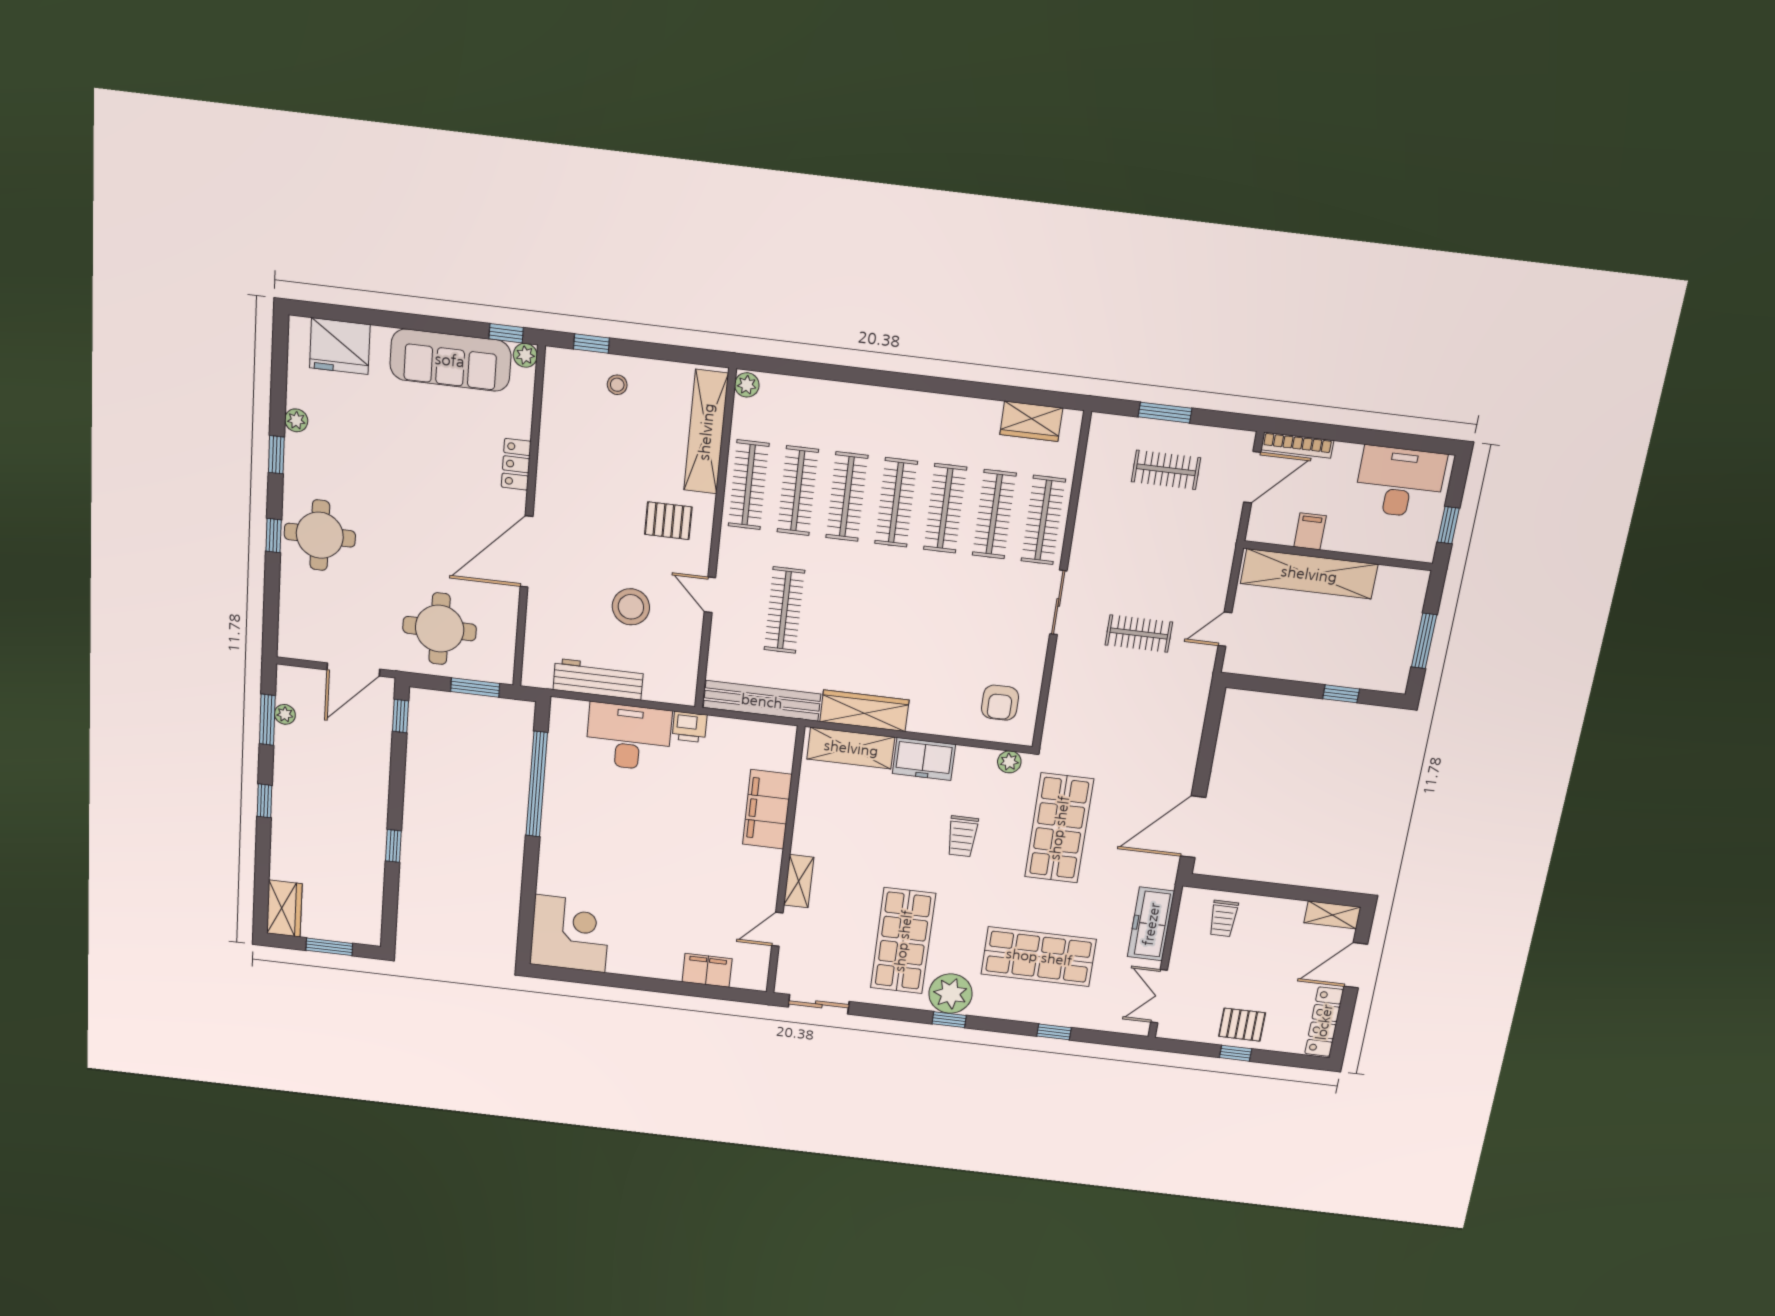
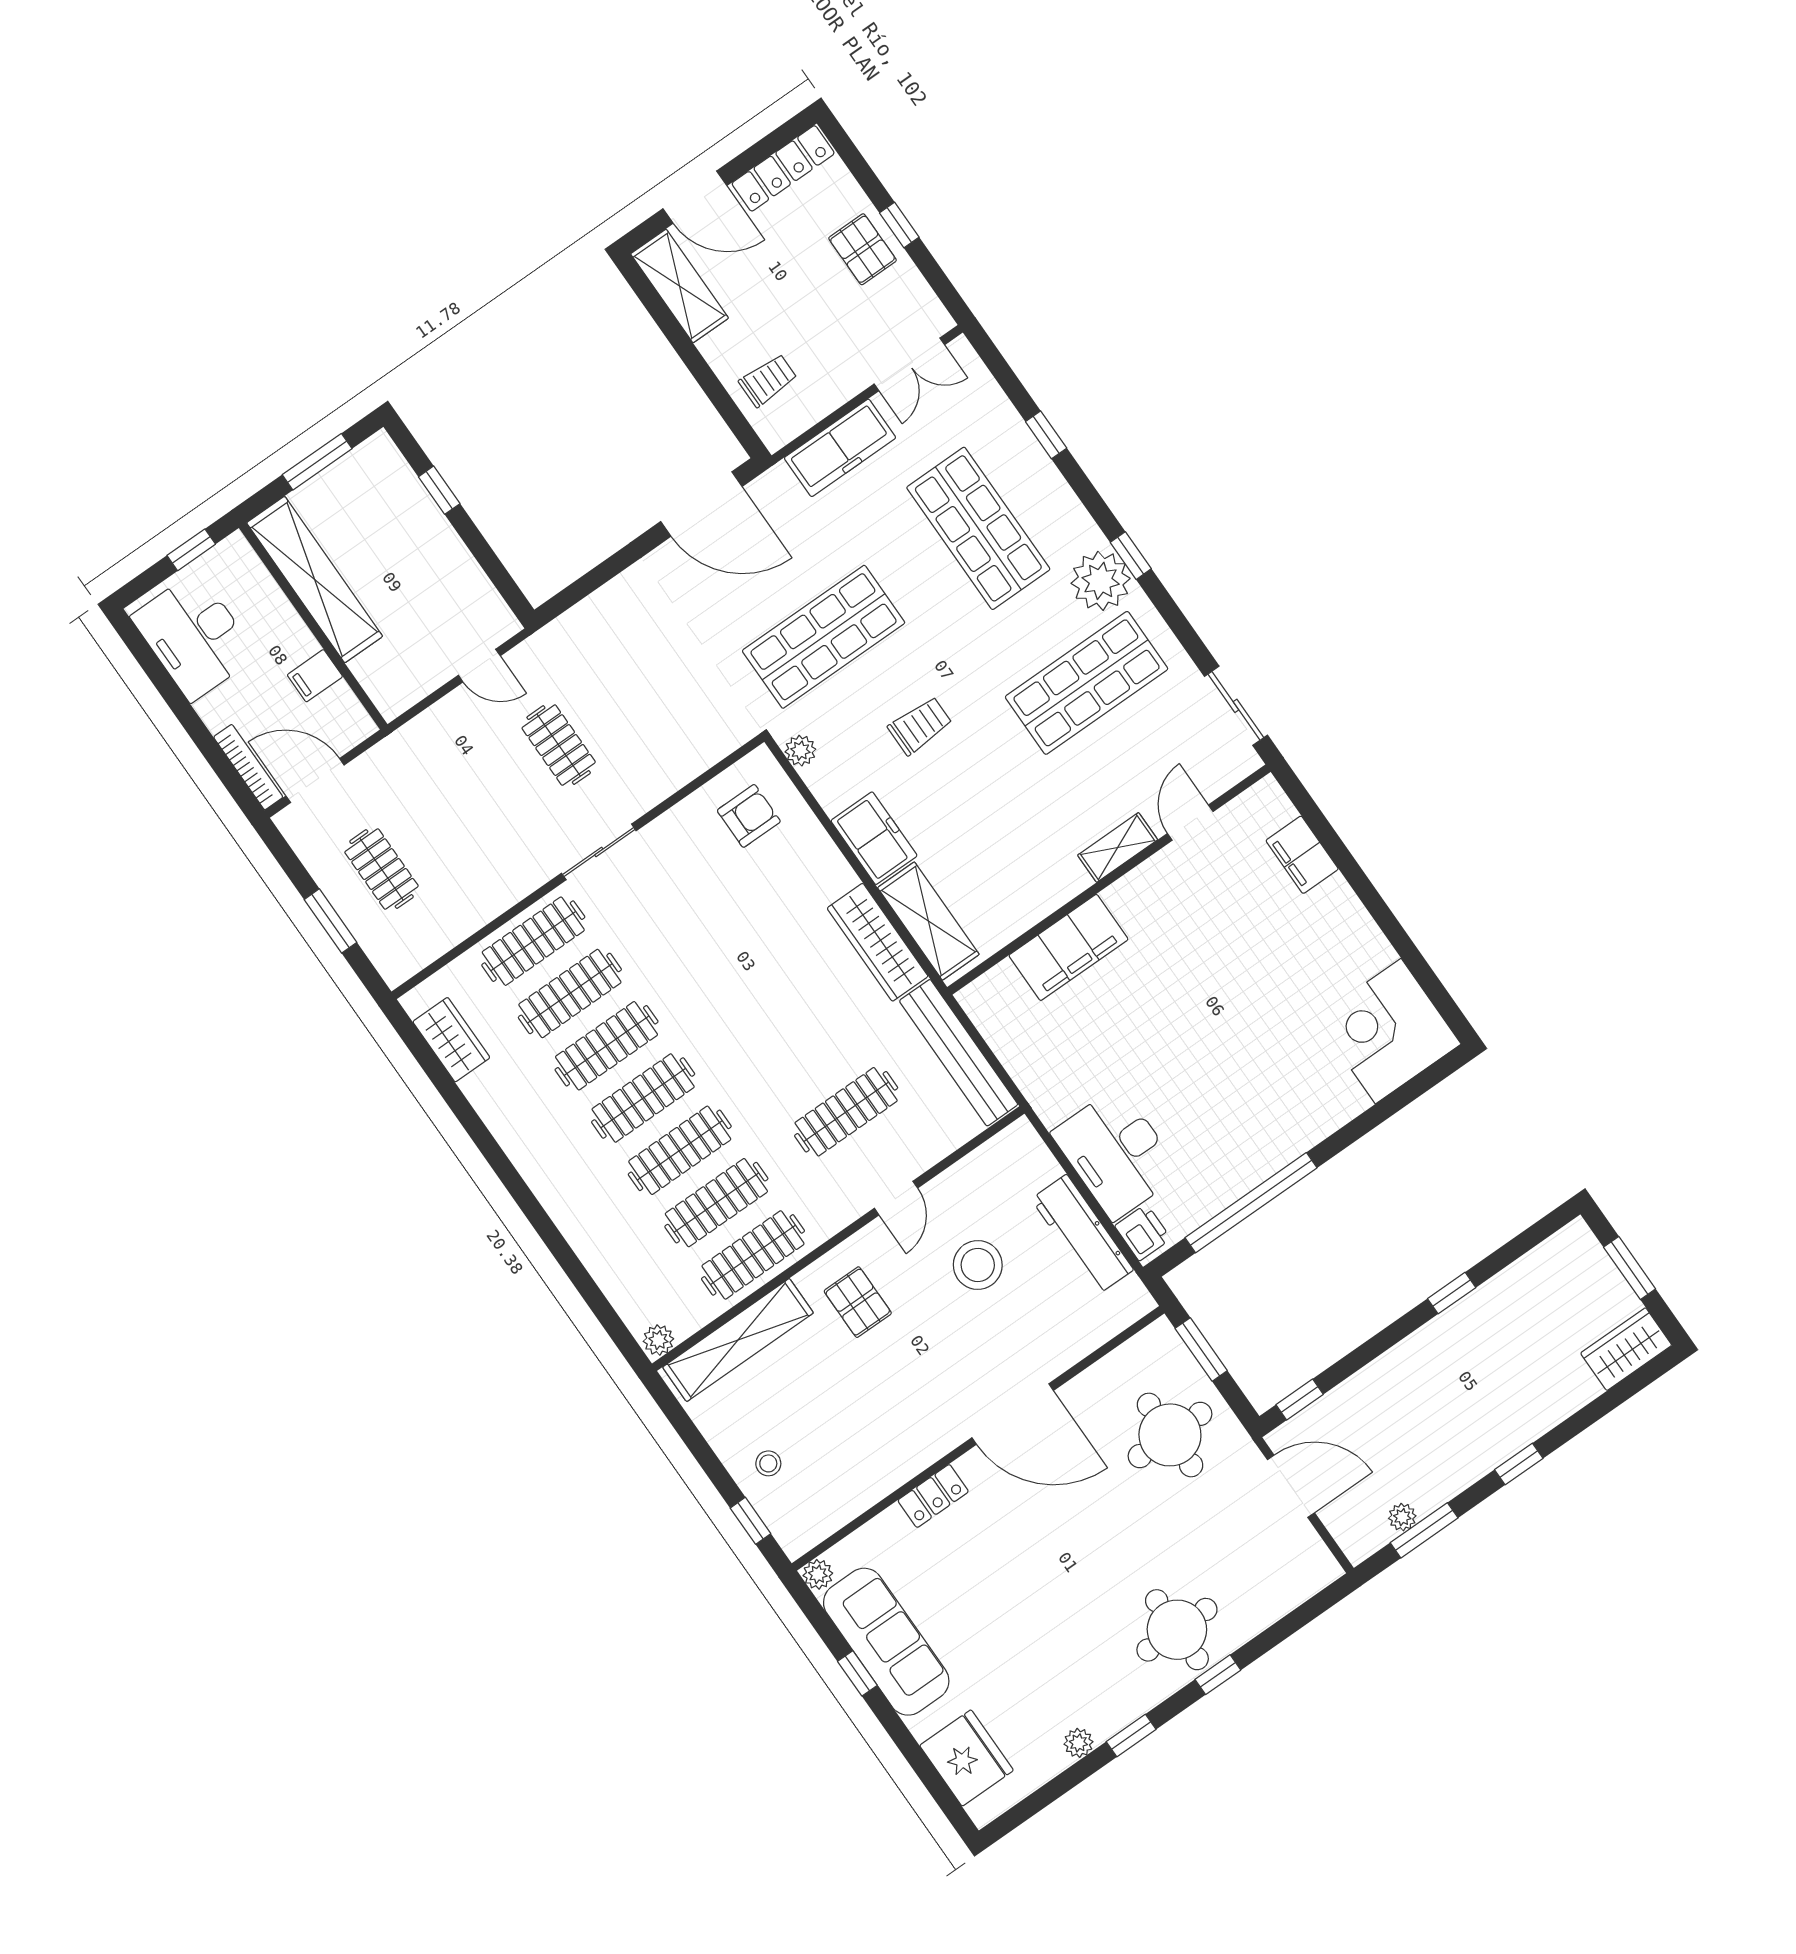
window: (506, 333) -> (857, 1673), moved
shelving: (1309, 574) -> (315, 580), moved
printer: (690, 727) -> (1143, 1232), moved
shelving: (1332, 915) -> (680, 286), width x1.50, depth x1.33
door: (777, 929) -> (1190, 823), swing flipped

